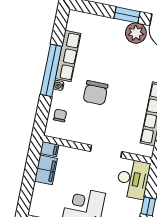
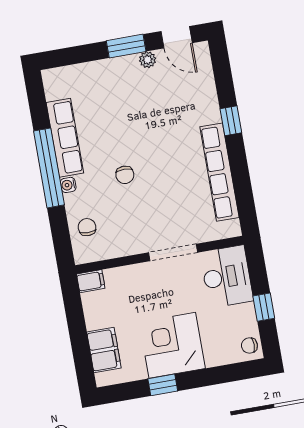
plant: (136, 33) -> (148, 60), width x0.53, depth x0.53
chair: (96, 93) -> (125, 175), width x0.54, depth x0.54
filing cabinet: (46, 170) -> (104, 350), moved

